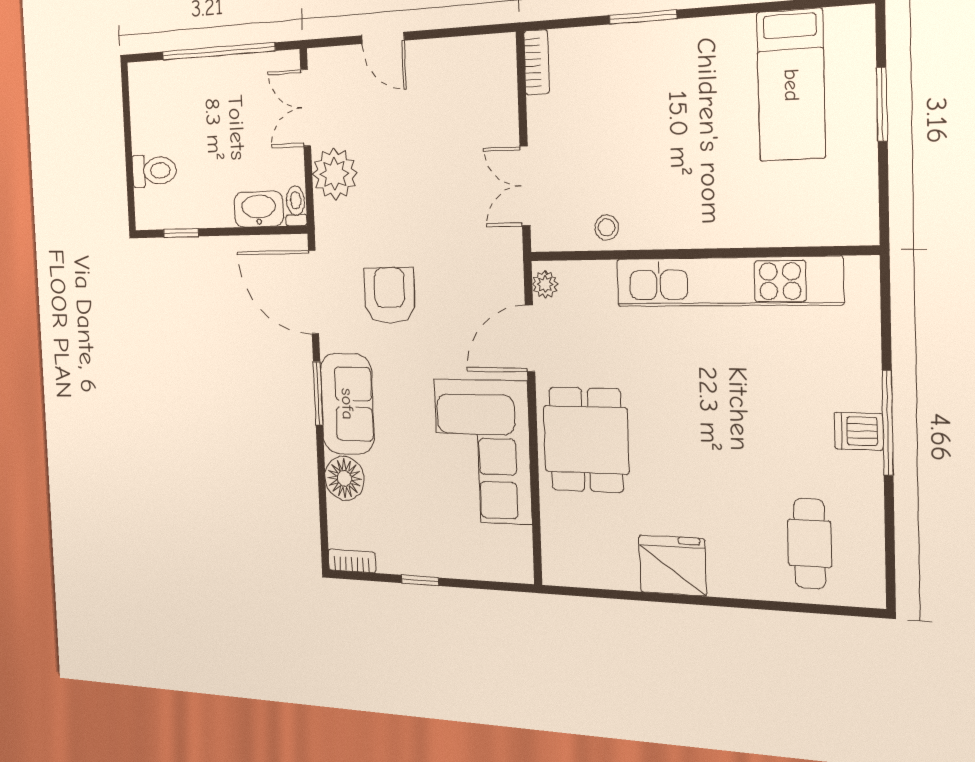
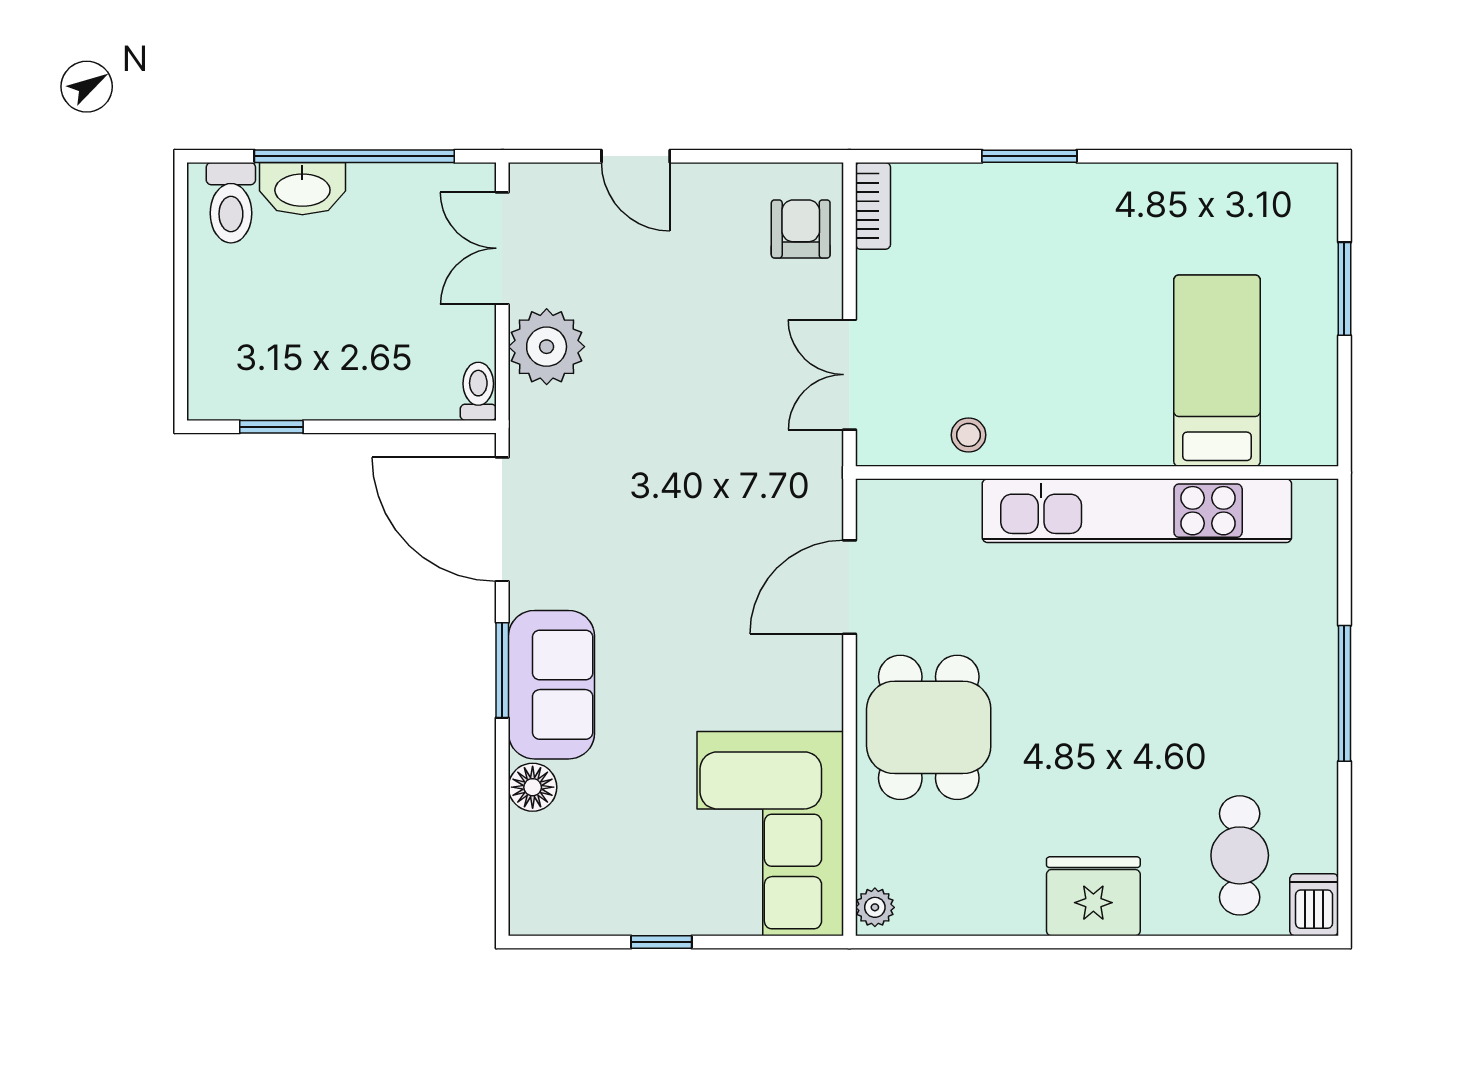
bed: (791, 85) -> (1217, 371), moved, turned 180
toilet: (154, 171) -> (231, 203), moved, turned 90
washbasin: (259, 209) -> (302, 189), moved, turned 180
plant: (545, 284) -> (875, 907), moved
armchair: (390, 295) -> (801, 229), moved, width x0.72, depth x0.72
dishwasher: (859, 431) -> (1314, 905), moved, turned 90
corner sofa: (483, 452) -> (770, 834), moved
floor lamp: (344, 478) -> (533, 787), width x0.73, depth x0.73
bookcase: (352, 561) -> (548, 920), removed
fridge: (673, 565) -> (1093, 896), moved

